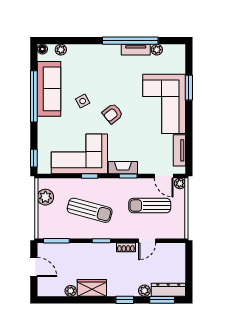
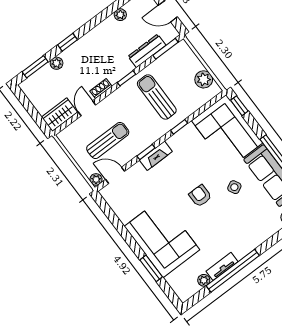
armchair: (113, 114) -> (200, 196), turned -51
tv unit: (179, 150) -> (118, 208), removed
corner sofa: (79, 154) -> (227, 132), moved, turned 90
sun lounger: (90, 210) -> (157, 97), turned 75
wardrobe: (92, 288) -> (59, 115), moved, turned 180
dresser: (168, 290) -> (147, 51), moved, turned 180

